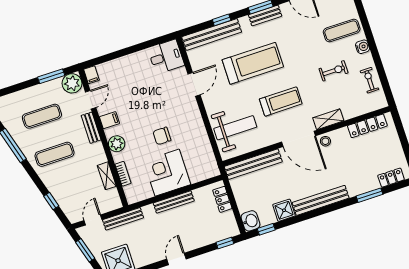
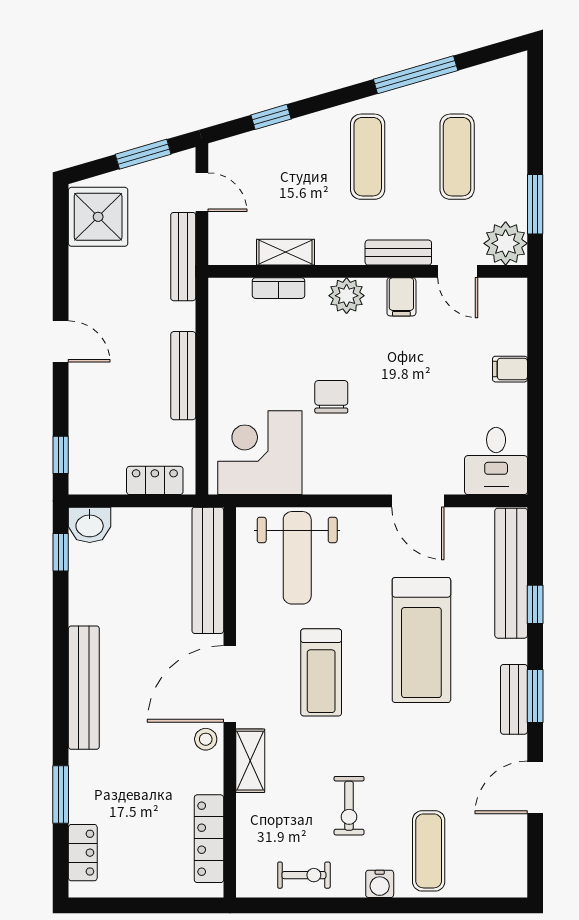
filing cabinet: (92, 75) -> (510, 369), moved
corner desk: (167, 173) -> (260, 453), moved, turned -90
shower: (284, 210) -> (89, 603), removed

